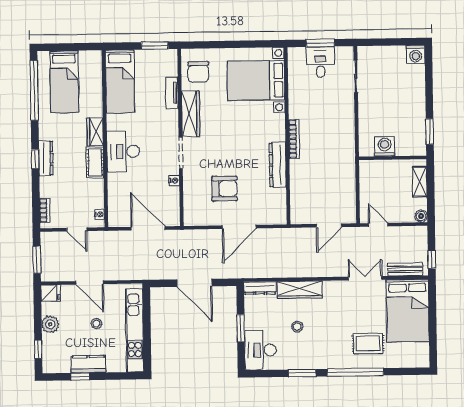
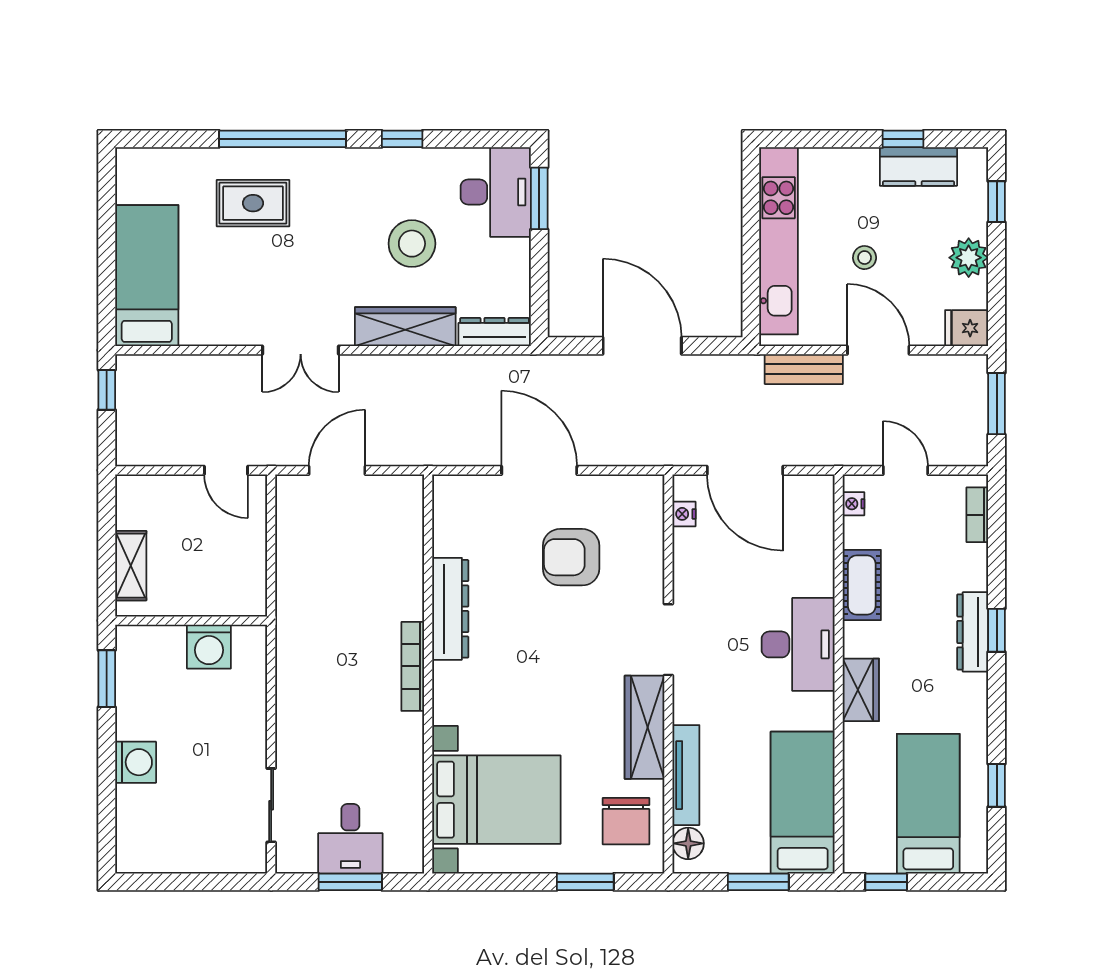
window: (216, 45) -> (585, 882), added
window: (155, 46) -> (758, 882), moved
window: (82, 47) -> (886, 882), added
washing machine: (416, 54) -> (136, 762), moved, turned 90
floor lamp: (171, 62) -> (688, 843), added
chair: (198, 72) -> (626, 821), turned 180
window: (34, 90) -> (997, 785), width x0.32
tv unit: (172, 93) -> (686, 775), width x1.41
cot: (95, 162) -> (862, 585), moved
nightstand: (174, 181) -> (684, 514), moved
boiler: (421, 216) -> (129, 488), removed
door: (239, 227) -> (539, 470), hinge flipped
bench: (405, 269) -> (804, 369), moved
double door: (365, 278) -> (301, 350), moved
bed: (408, 311) -> (147, 276), width x0.67
stool: (297, 327) -> (412, 244), width x1.89, depth x1.89
window: (241, 328) -> (539, 198), moved
kitchen counter: (88, 364) -> (918, 167), moved
window: (302, 373) -> (402, 139), width x0.67

